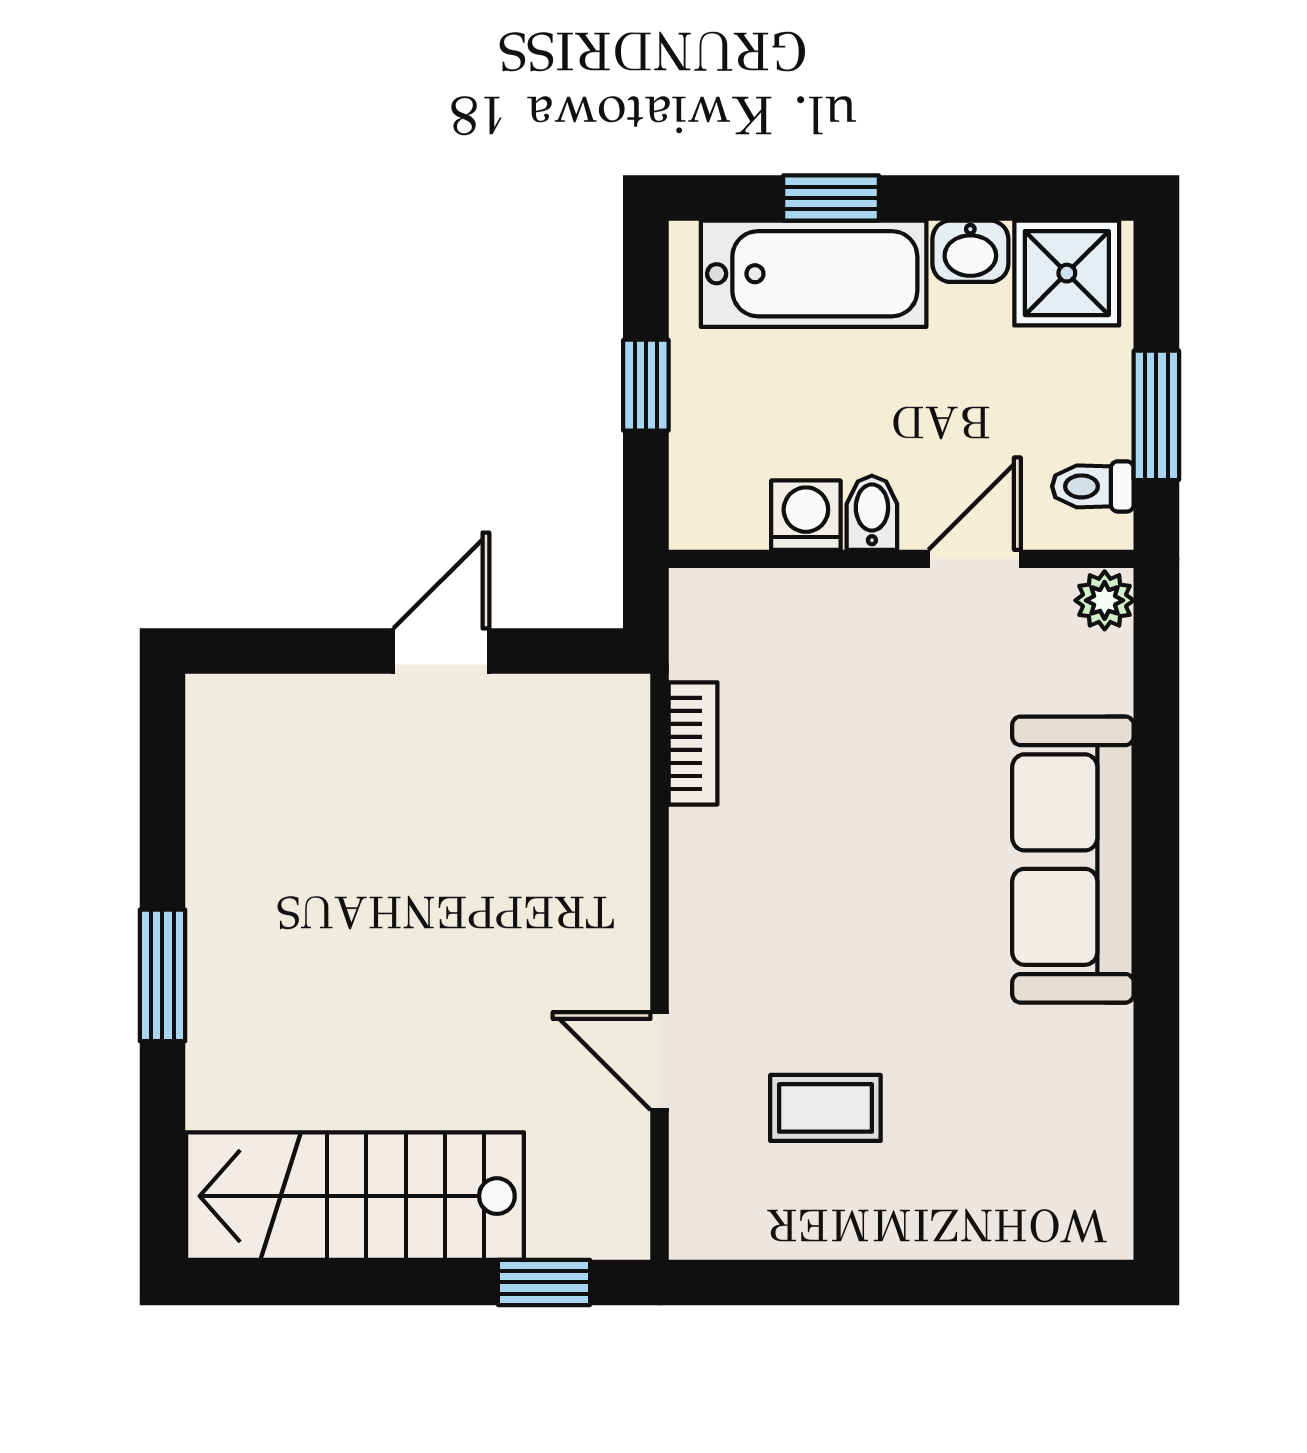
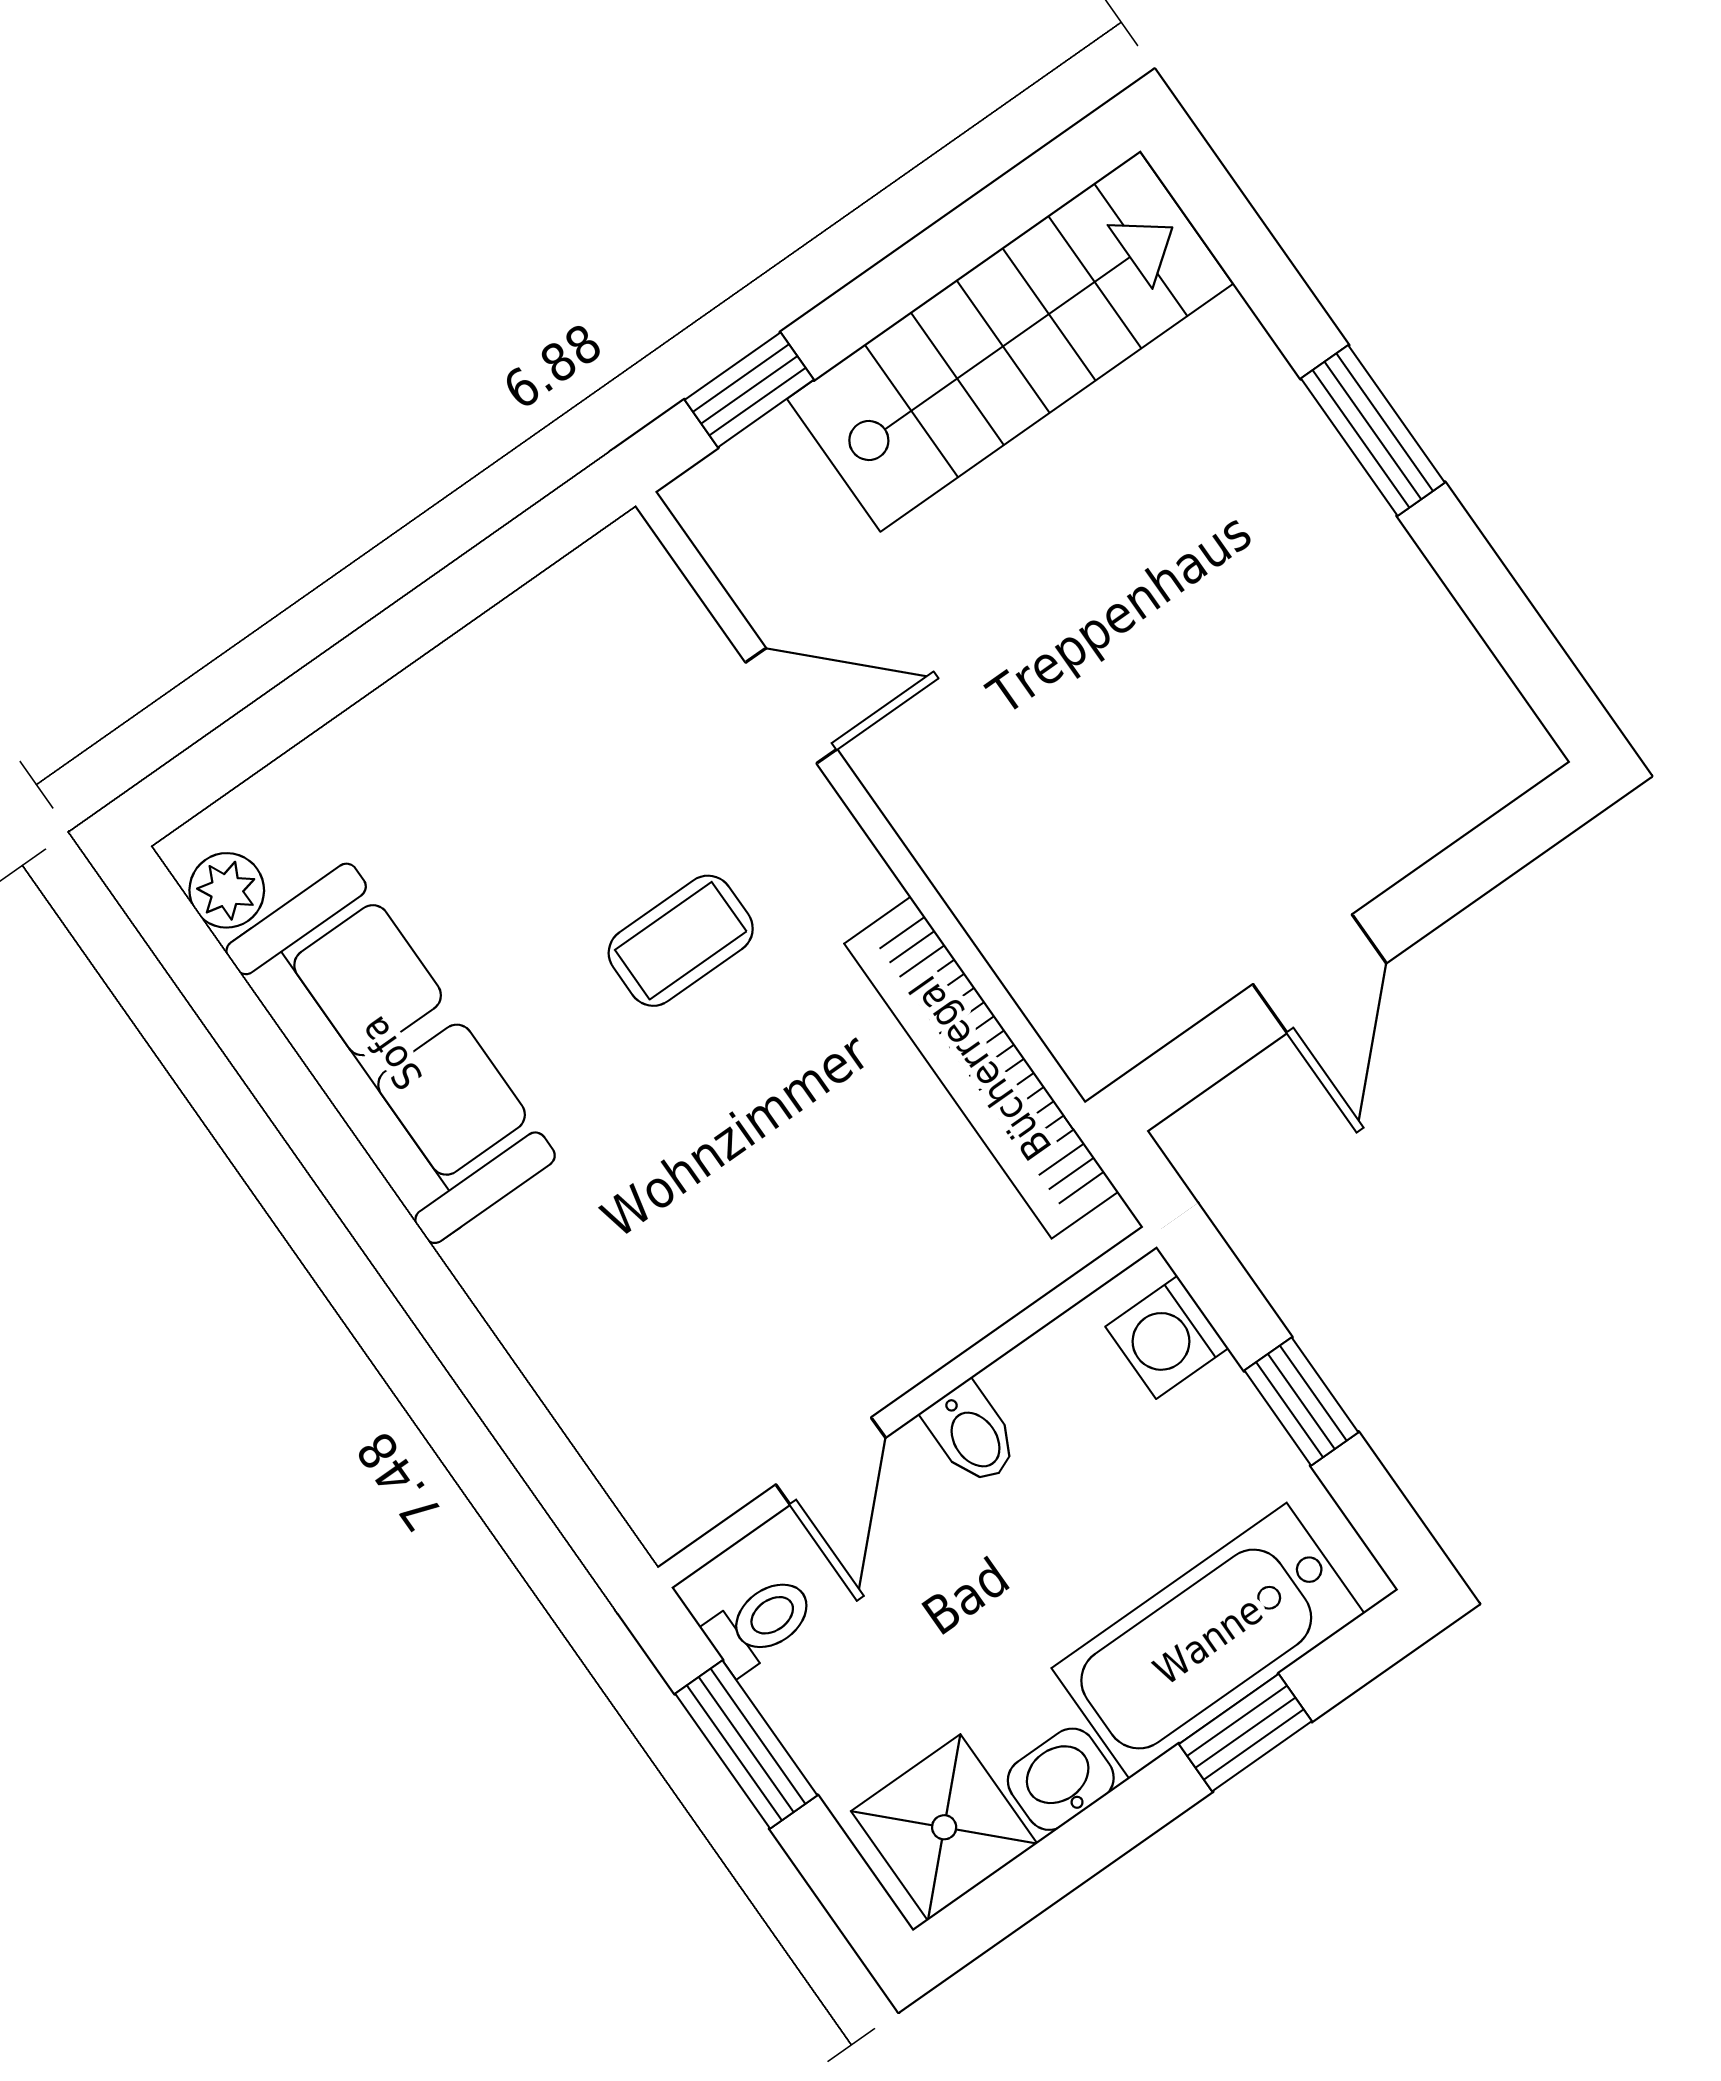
washing machine: (806, 515) -> (1167, 1337), moved, turned 90
plant: (1105, 600) -> (227, 890), moved
bookcase: (693, 743) -> (981, 1068), width x2.31, depth x1.31
sofa: (1073, 860) -> (391, 1053), moved
coffee table: (825, 1108) -> (681, 941), moved

